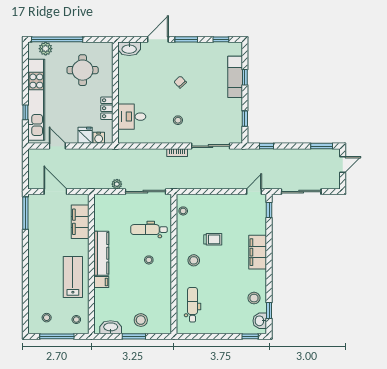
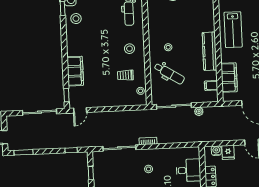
dental chair: (149, 230) -> (169, 73), turned 32
trolley: (213, 239) -> (125, 75), moved
filing cabinet: (258, 252) -> (75, 71), moved
filing cabinet: (101, 282) -> (211, 85), moved

